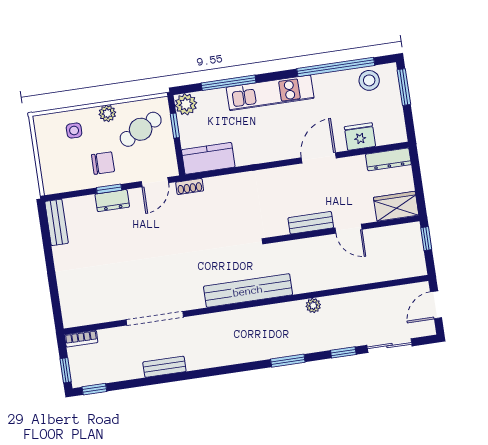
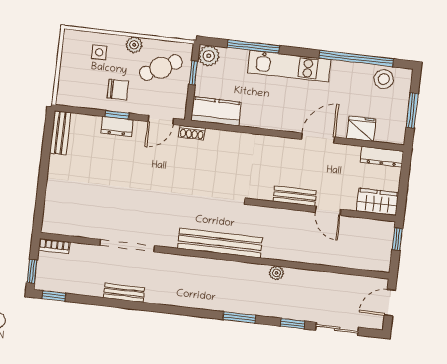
window: (404, 87) -> (412, 110), moved

